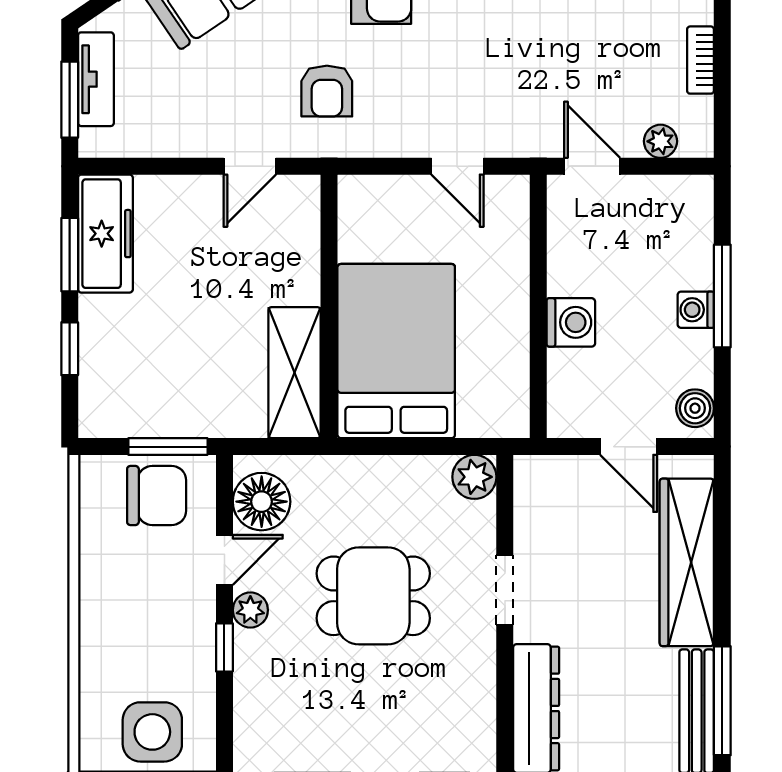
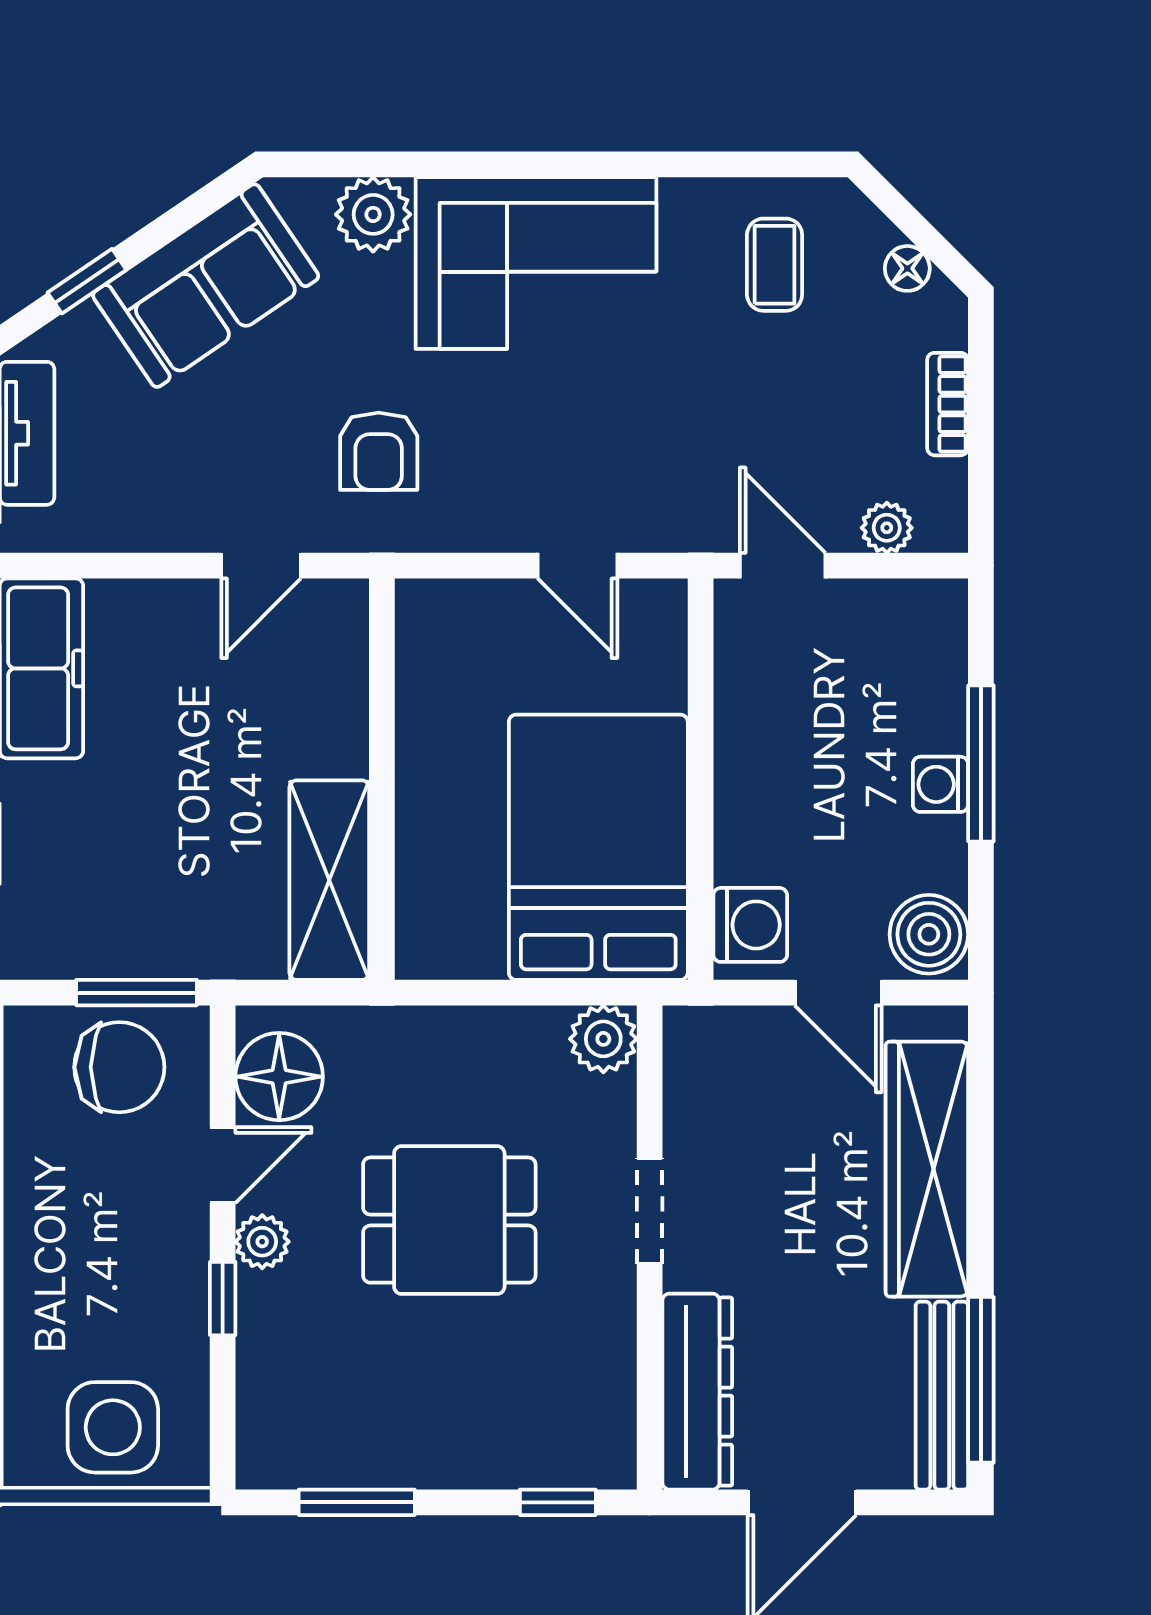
washing machine: (571, 322) -> (750, 925), moved
bed: (396, 351) -> (598, 847), moved
boiler: (695, 408) -> (929, 934), width x1.36, depth x1.36

